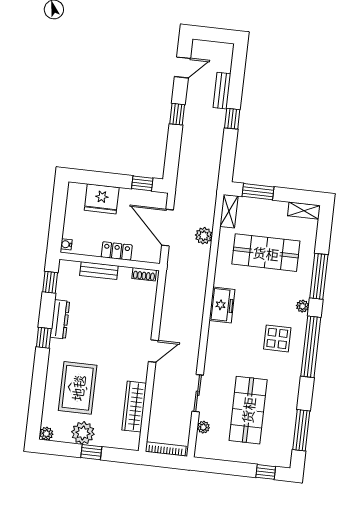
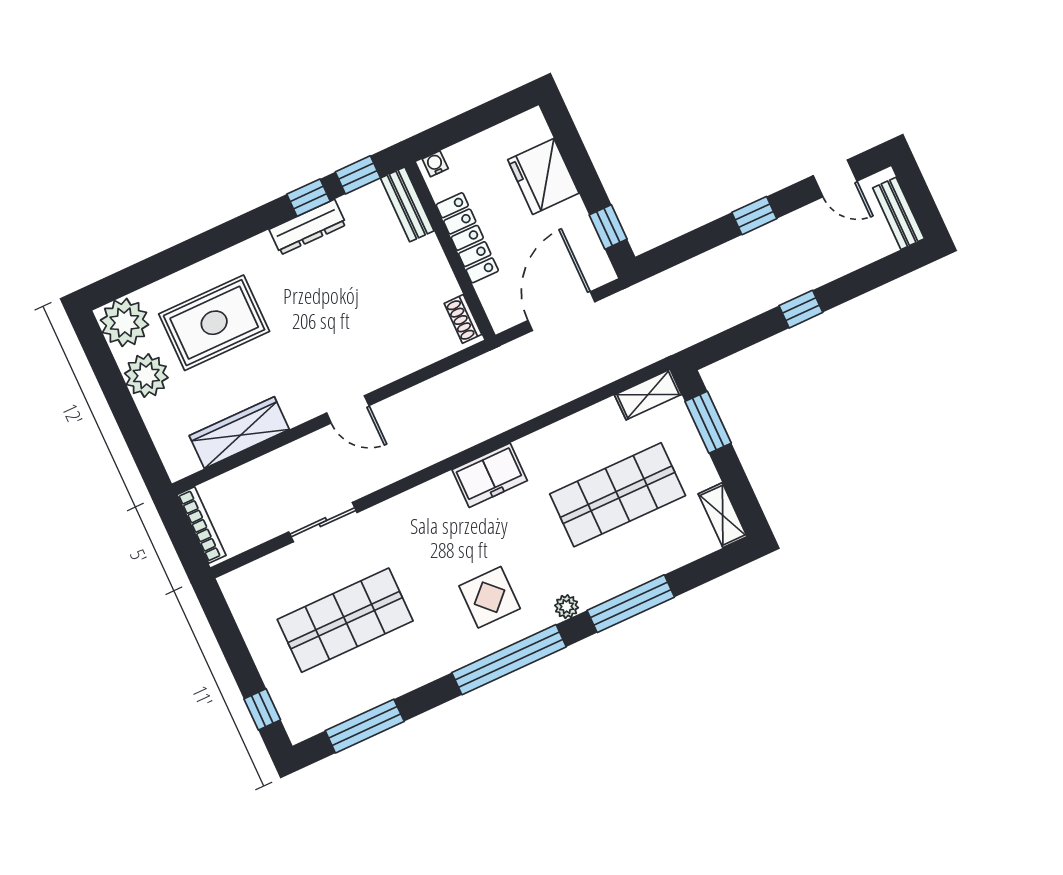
bench: (222, 91) -> (899, 213), moved, turned 90
plant: (204, 236) -> (584, 378), removed
locker: (117, 251) -> (467, 238), width x1.53
shop shelf: (266, 253) -> (618, 495), turned 90
bench: (99, 271) -> (407, 204), moved
window: (44, 338) -> (308, 198), moved
plant: (203, 427) -> (274, 565), removed
plant: (46, 434) -> (124, 322), width x1.88, depth x1.88
window: (91, 452) -> (123, 408), removed

